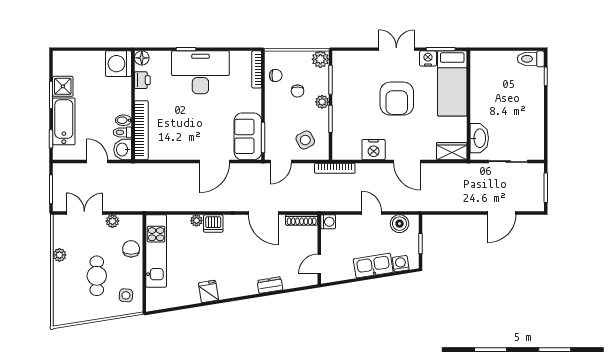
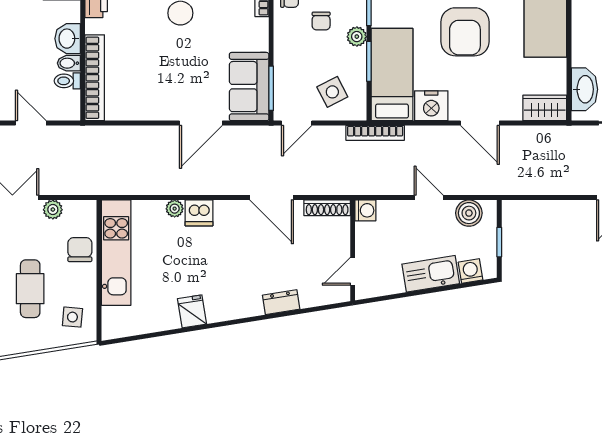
bed: (346, 128) -> (392, 75), added
washbasin: (123, 150) -> (68, 39), moved

